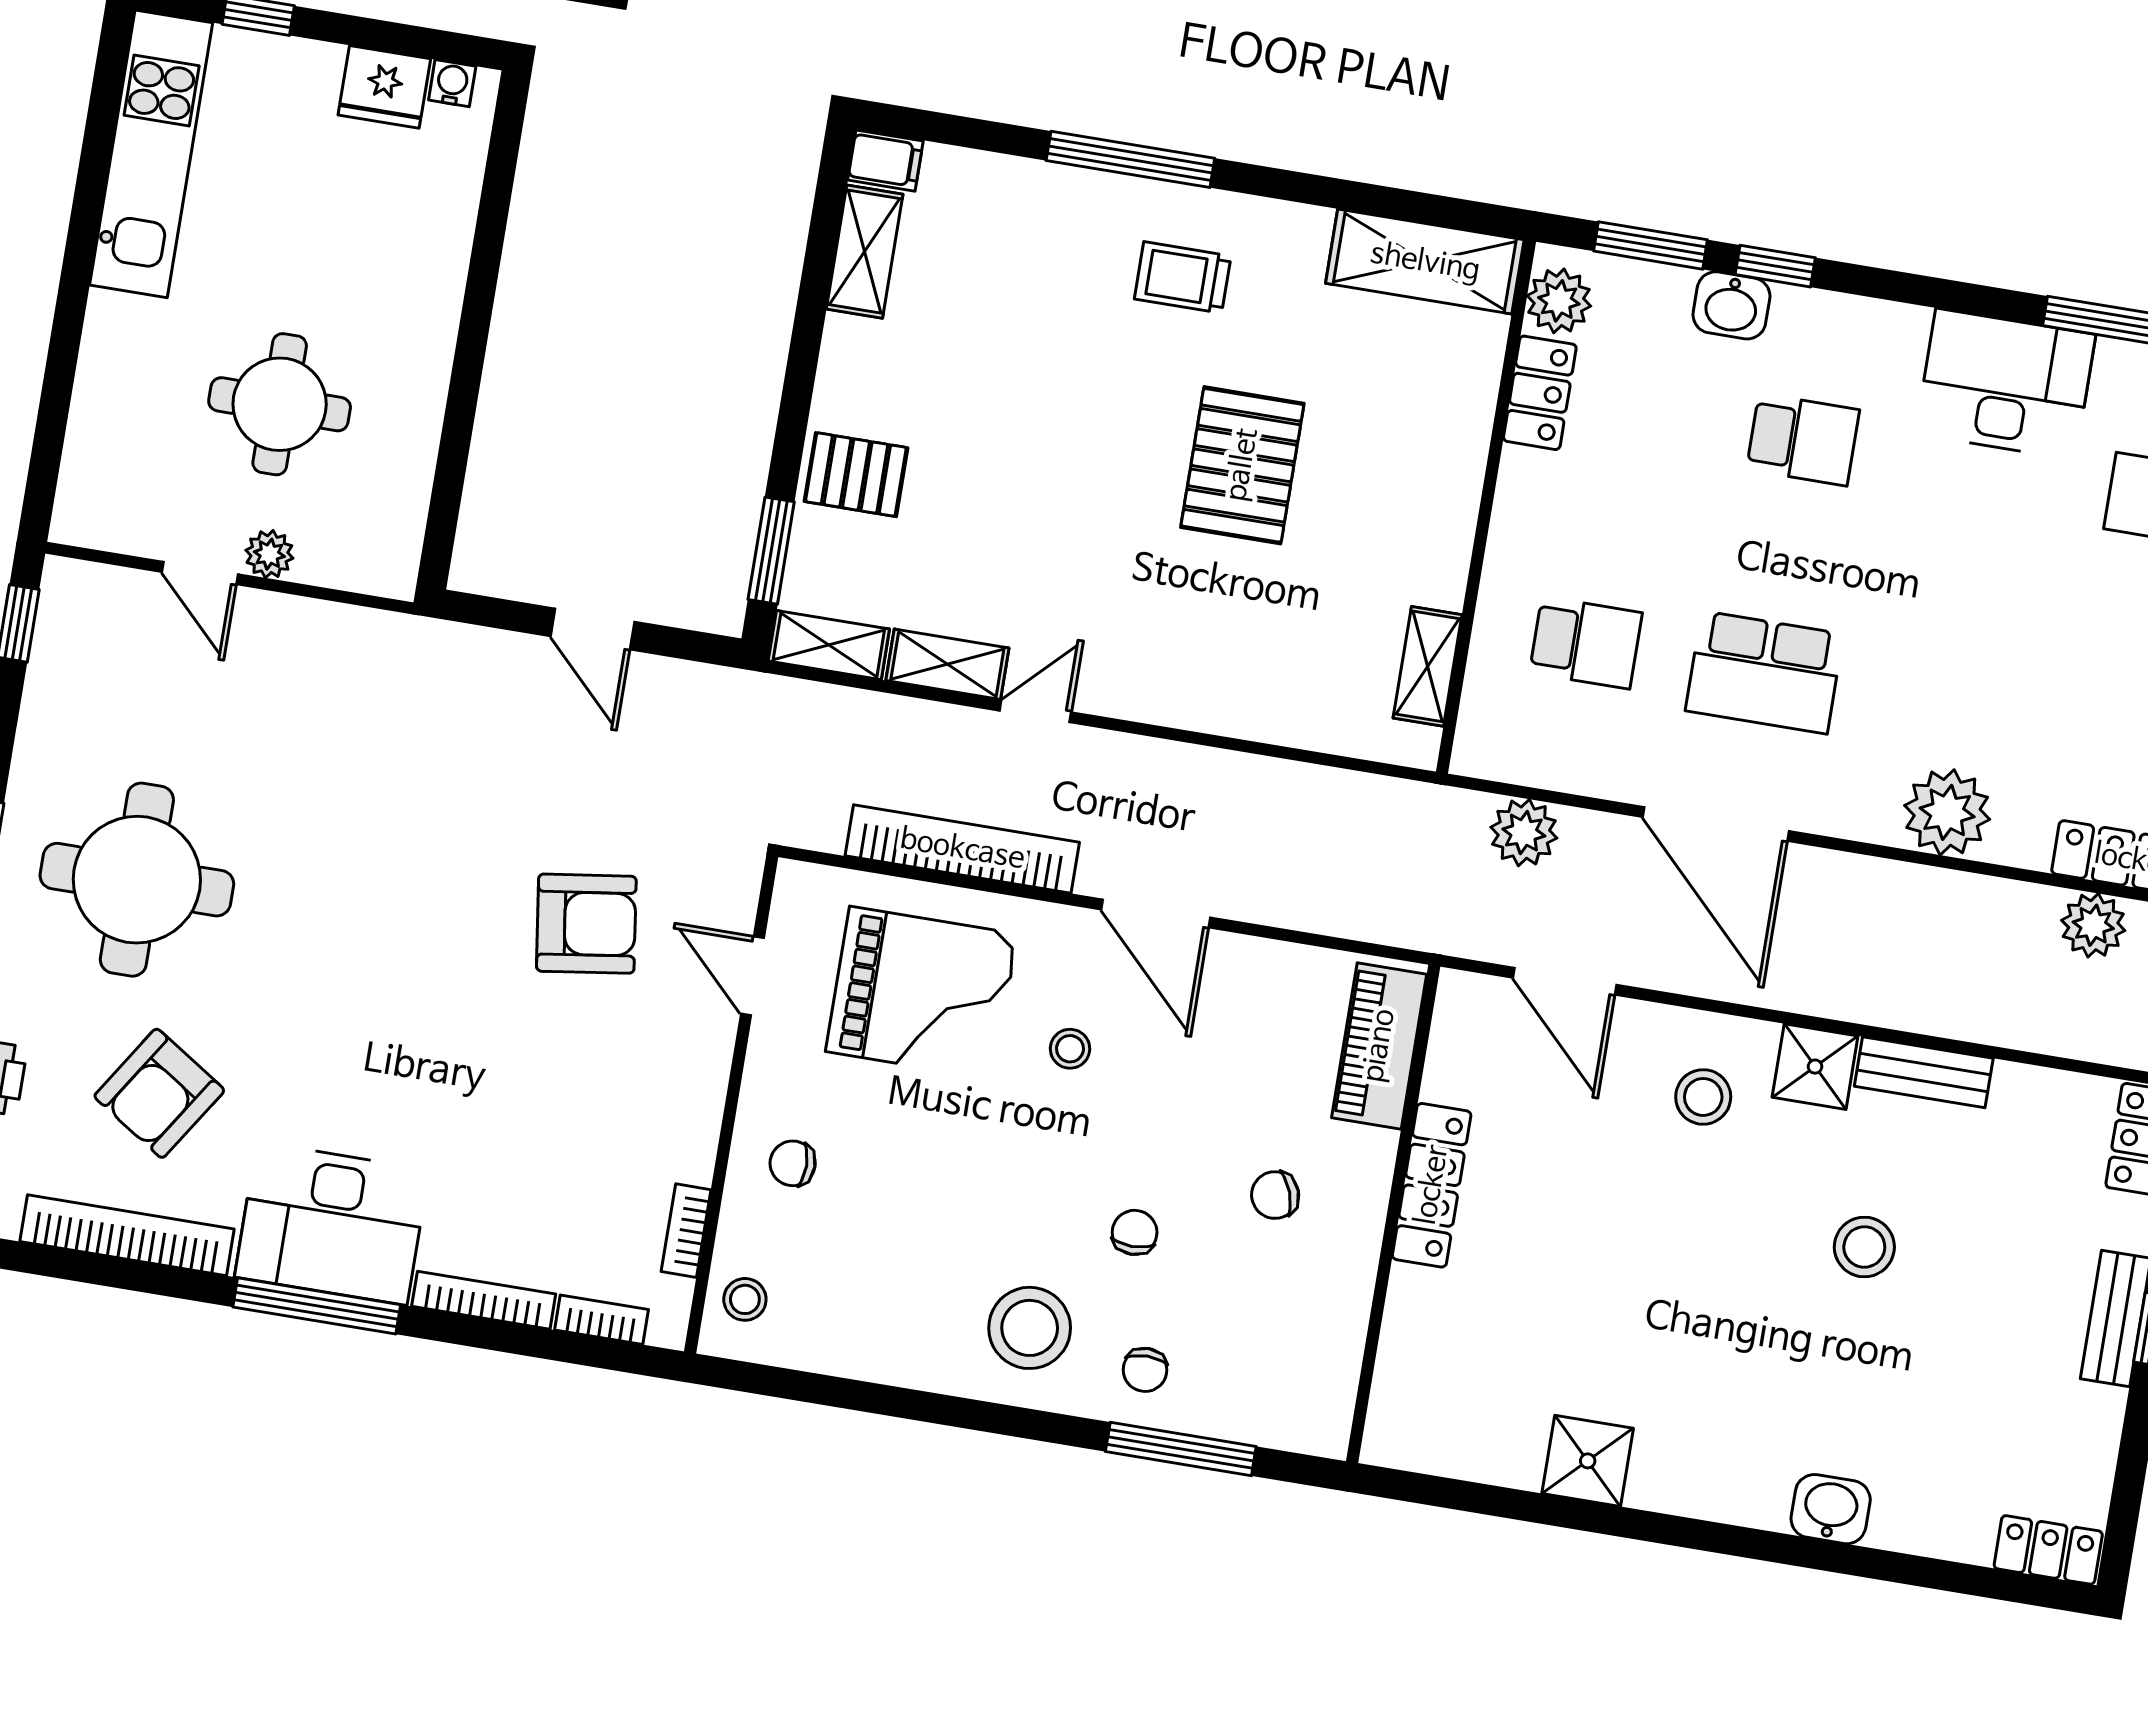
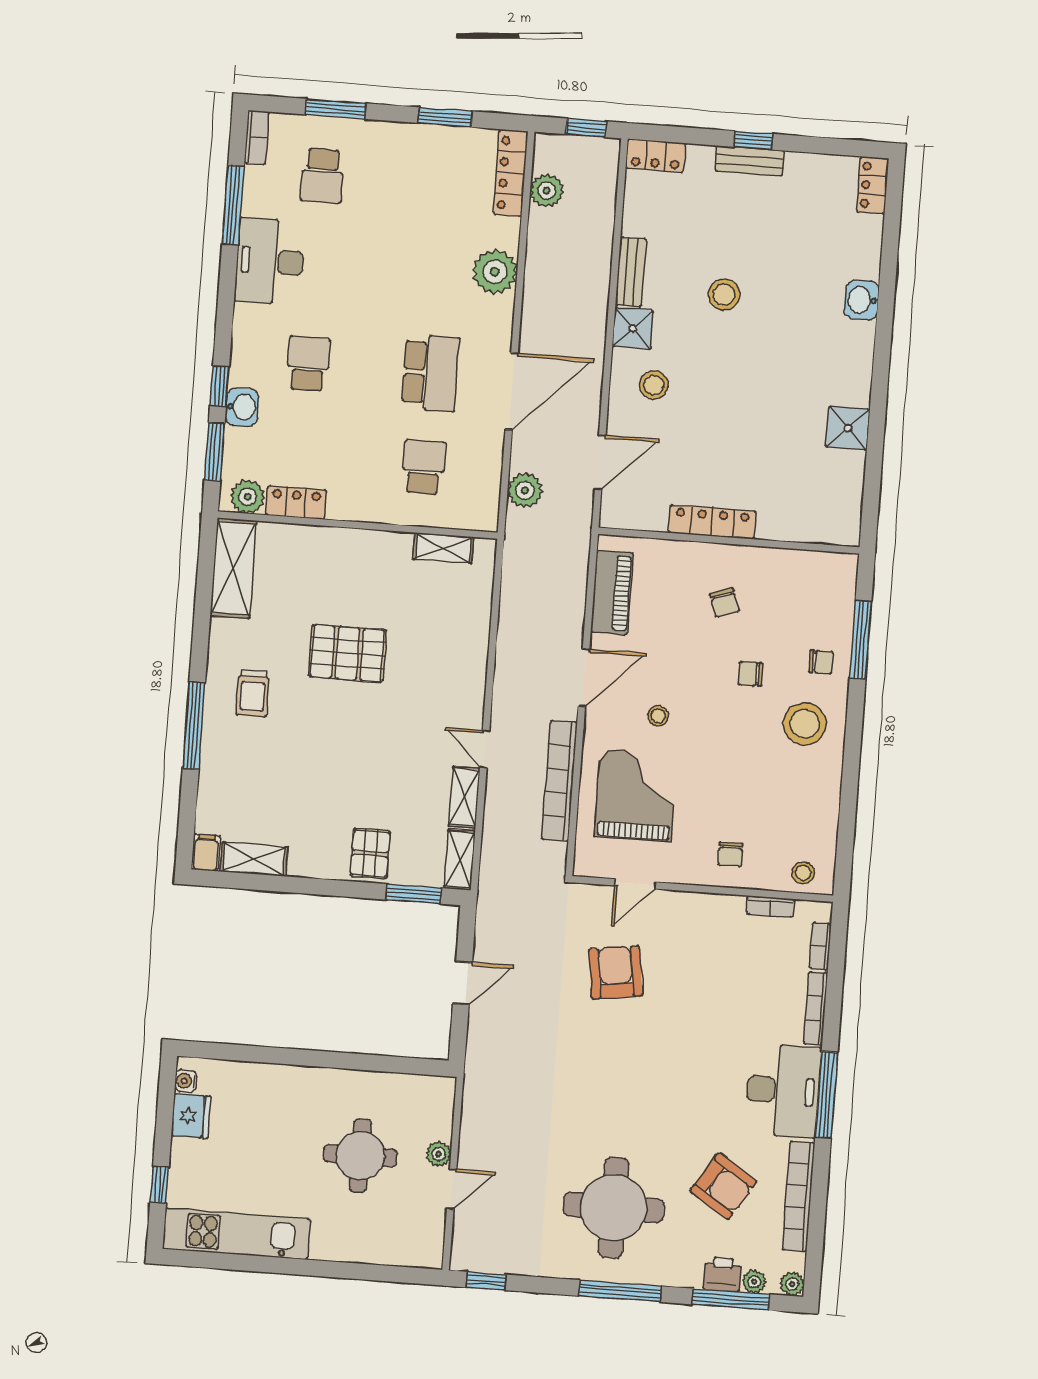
piano: (1379, 1046) -> (612, 593), moved, turned -90

